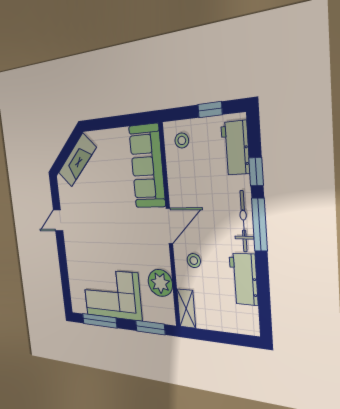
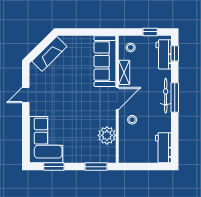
window: (256, 172) -> (175, 53), moved
workbench: (244, 279) -> (163, 148), moved
corner sofa: (112, 294) -> (46, 140), moved, turned 90
shelving: (186, 309) -> (124, 72), moved
window: (100, 321) -> (54, 167), width x0.69

